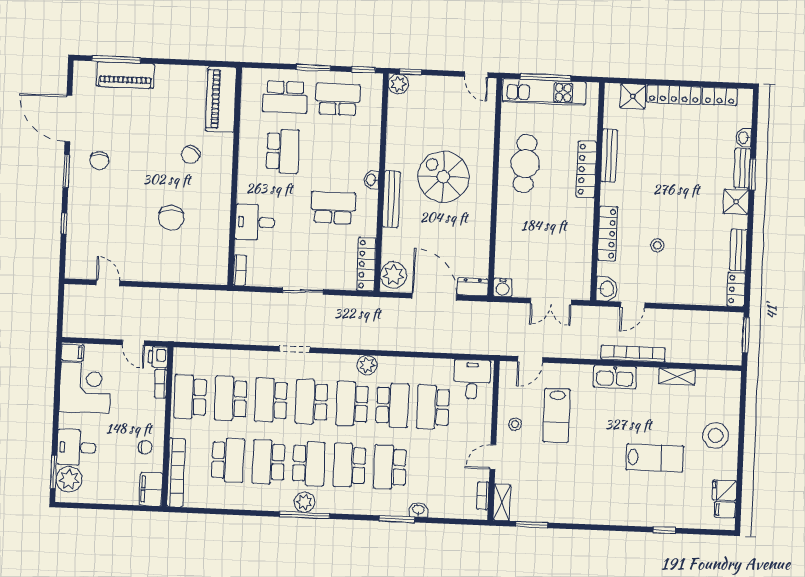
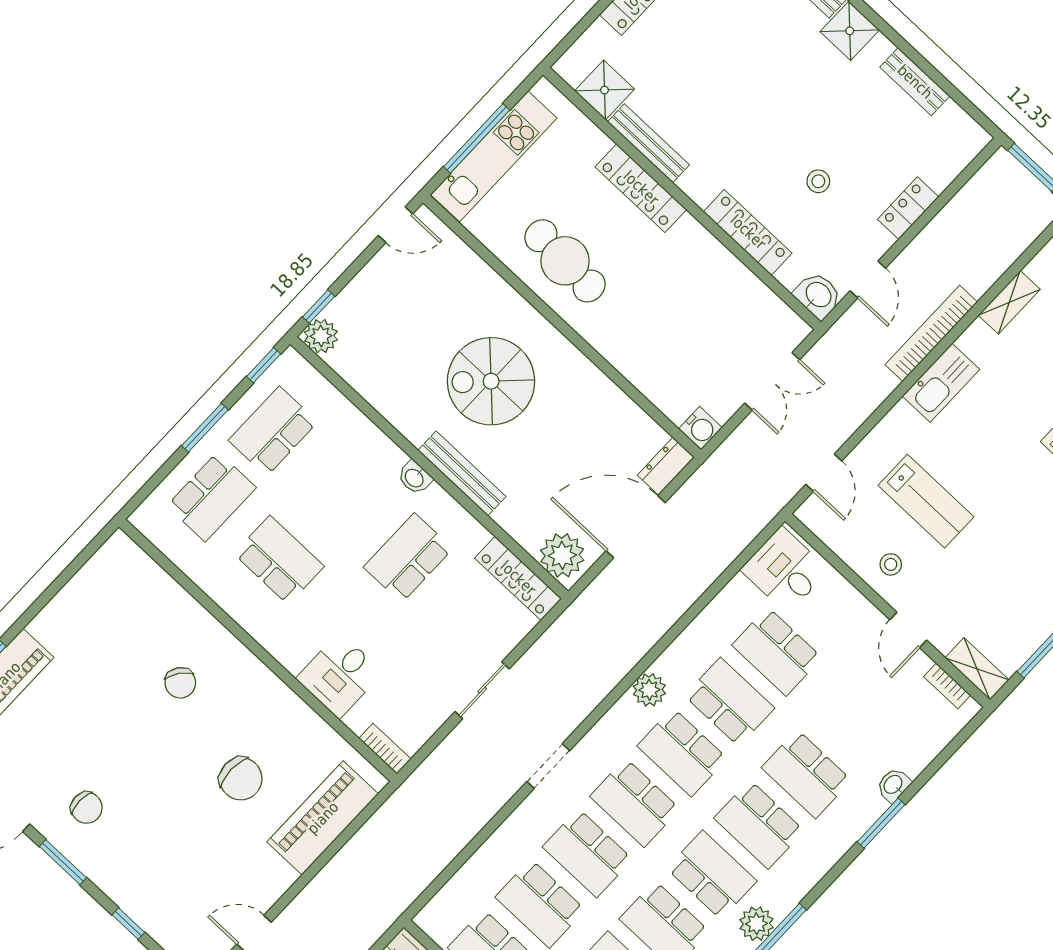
shower: (633, 96) -> (604, 90), moved
piano: (221, 99) -> (323, 818), moved, turned 90
locker: (736, 289) -> (908, 208), moved, turned 90

